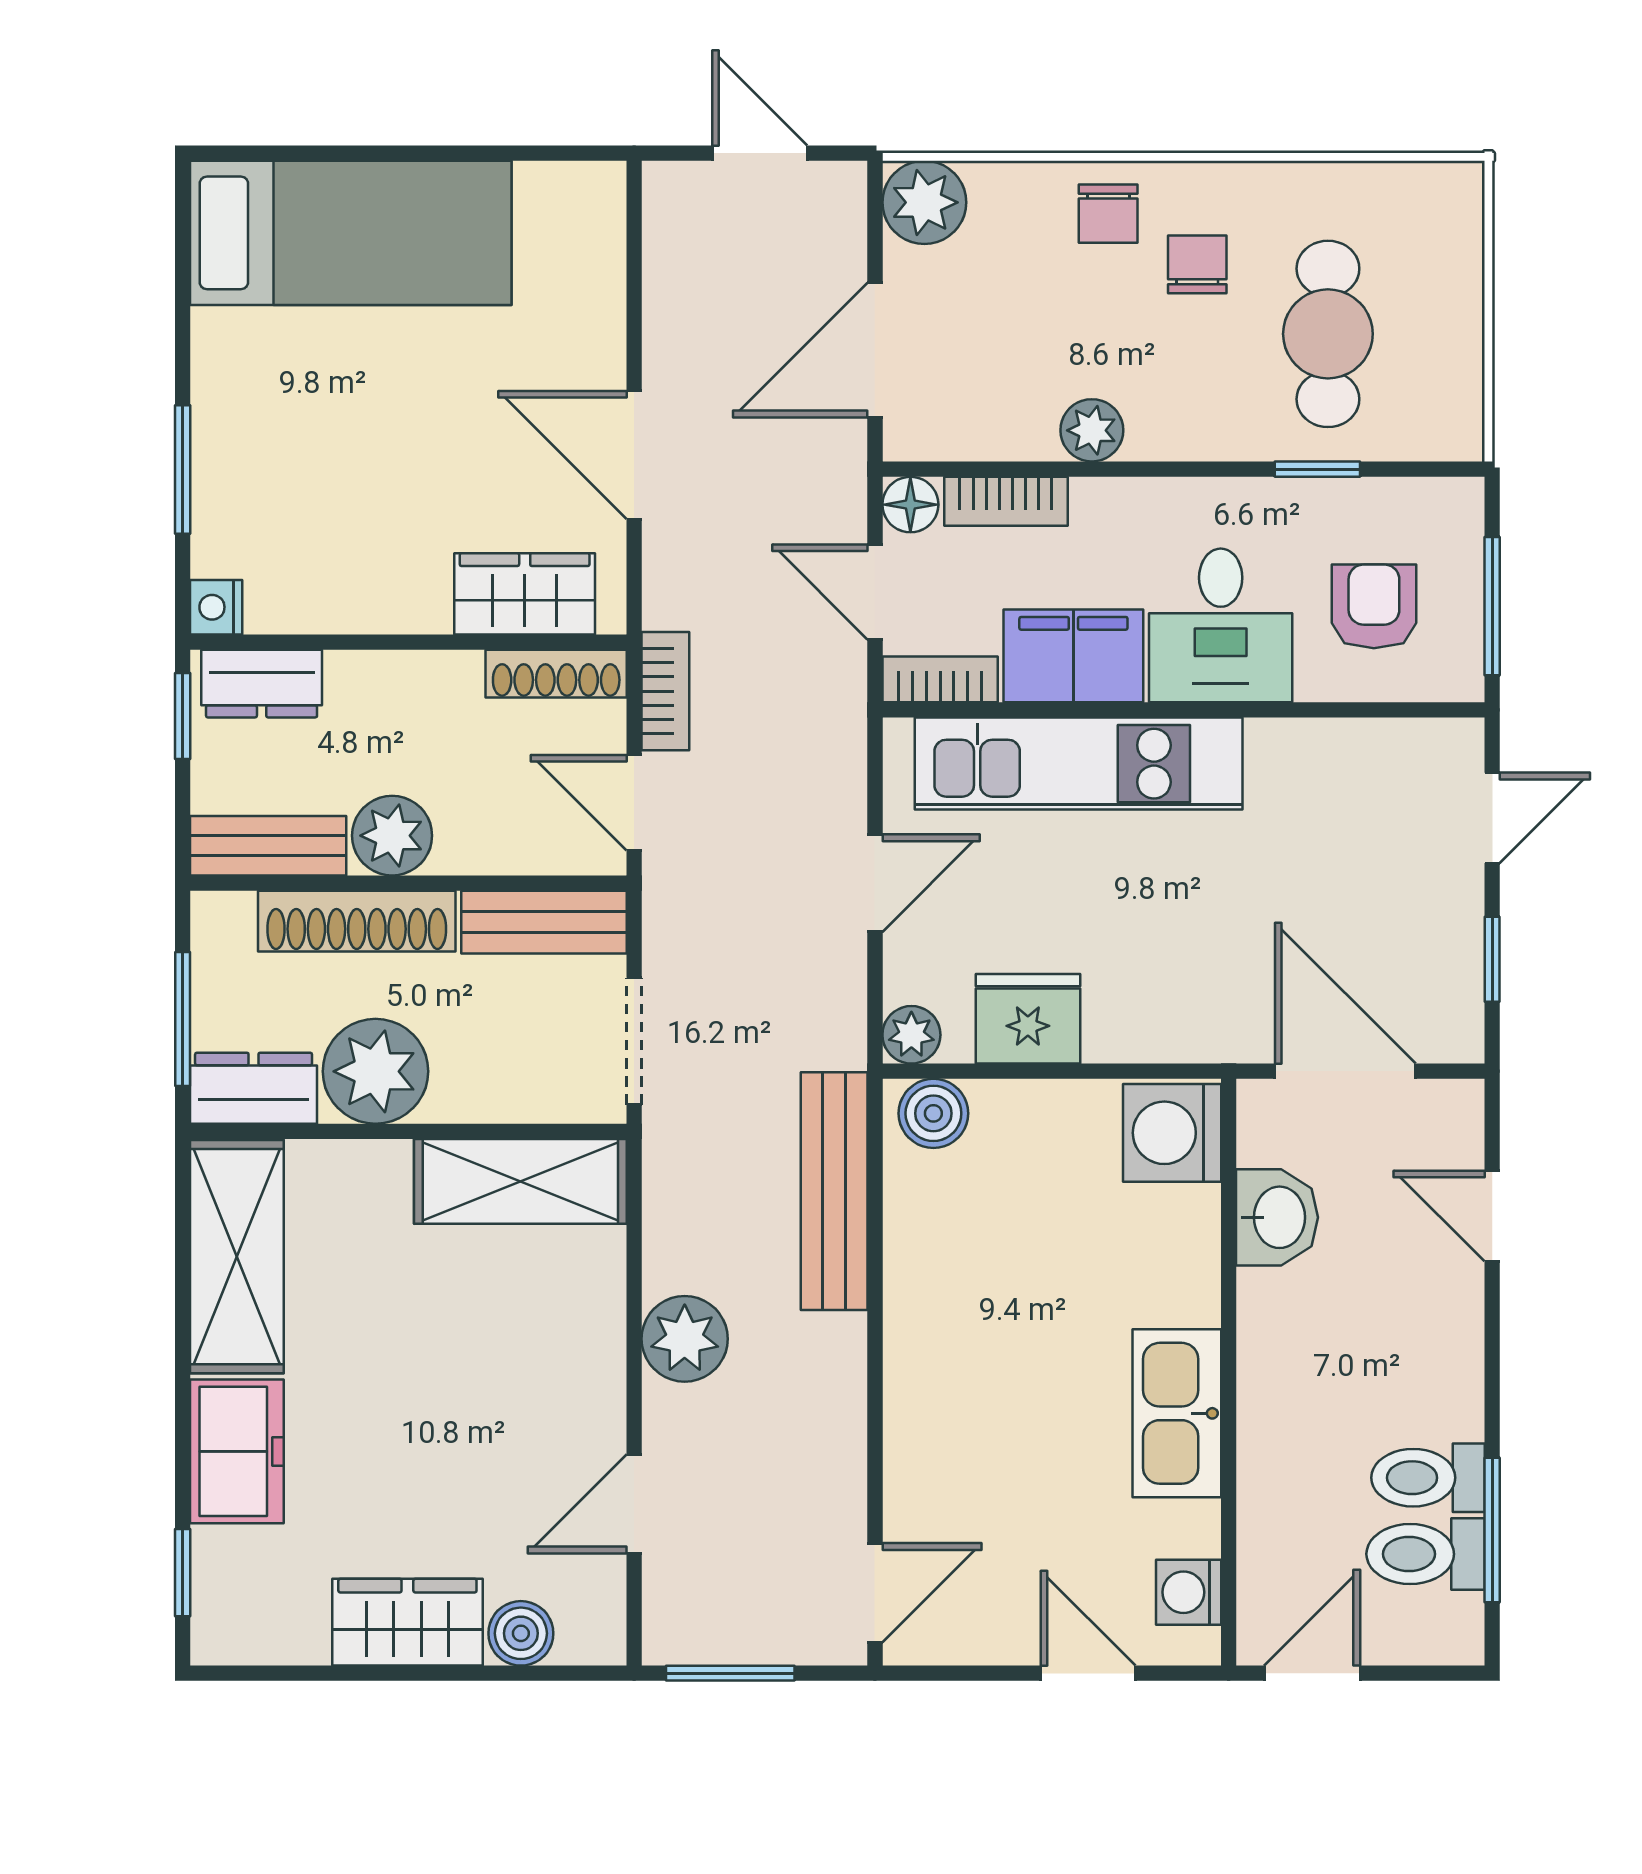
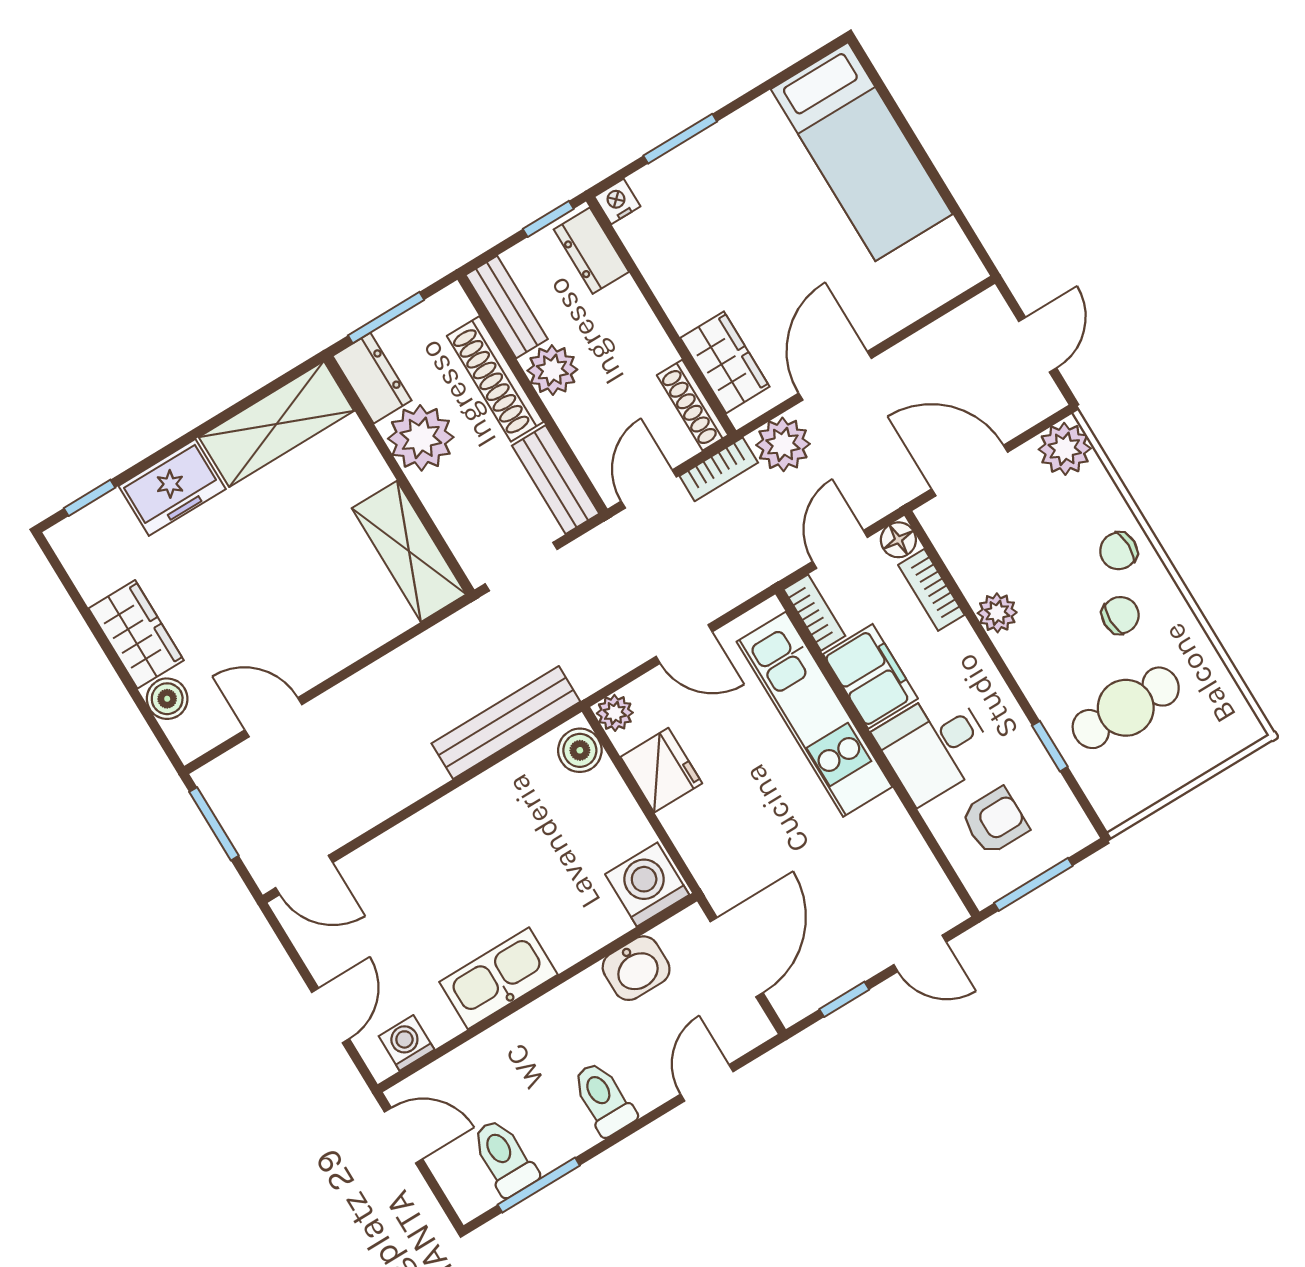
plant: (685, 1339) -> (783, 444), moved
toilet: (1428, 1478) -> (603, 1099), moved

